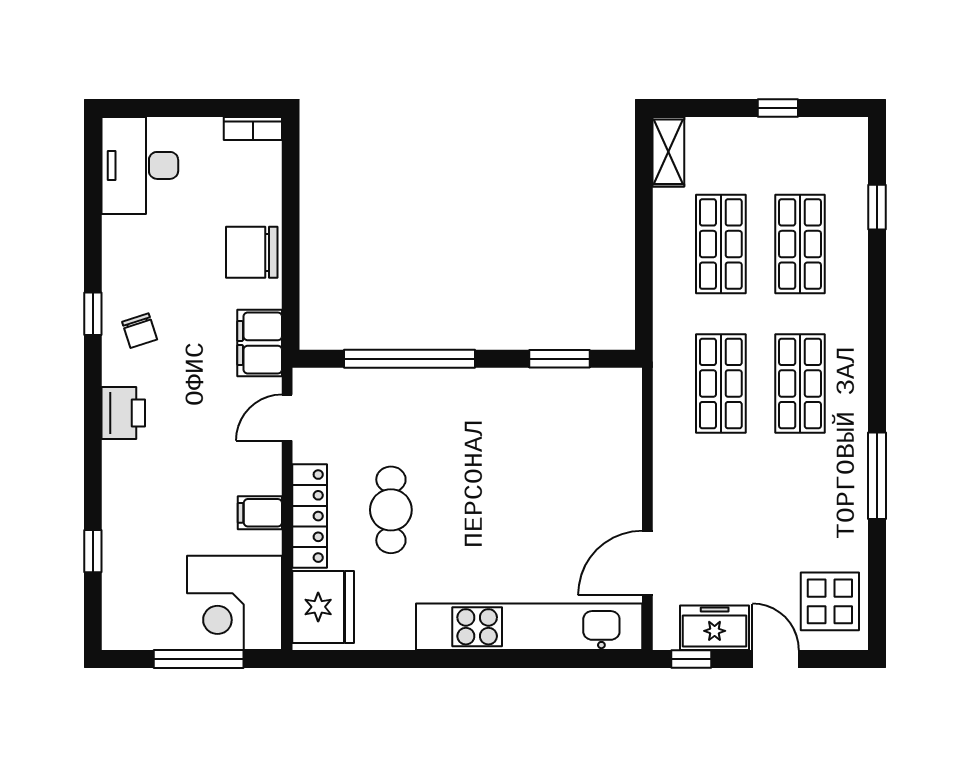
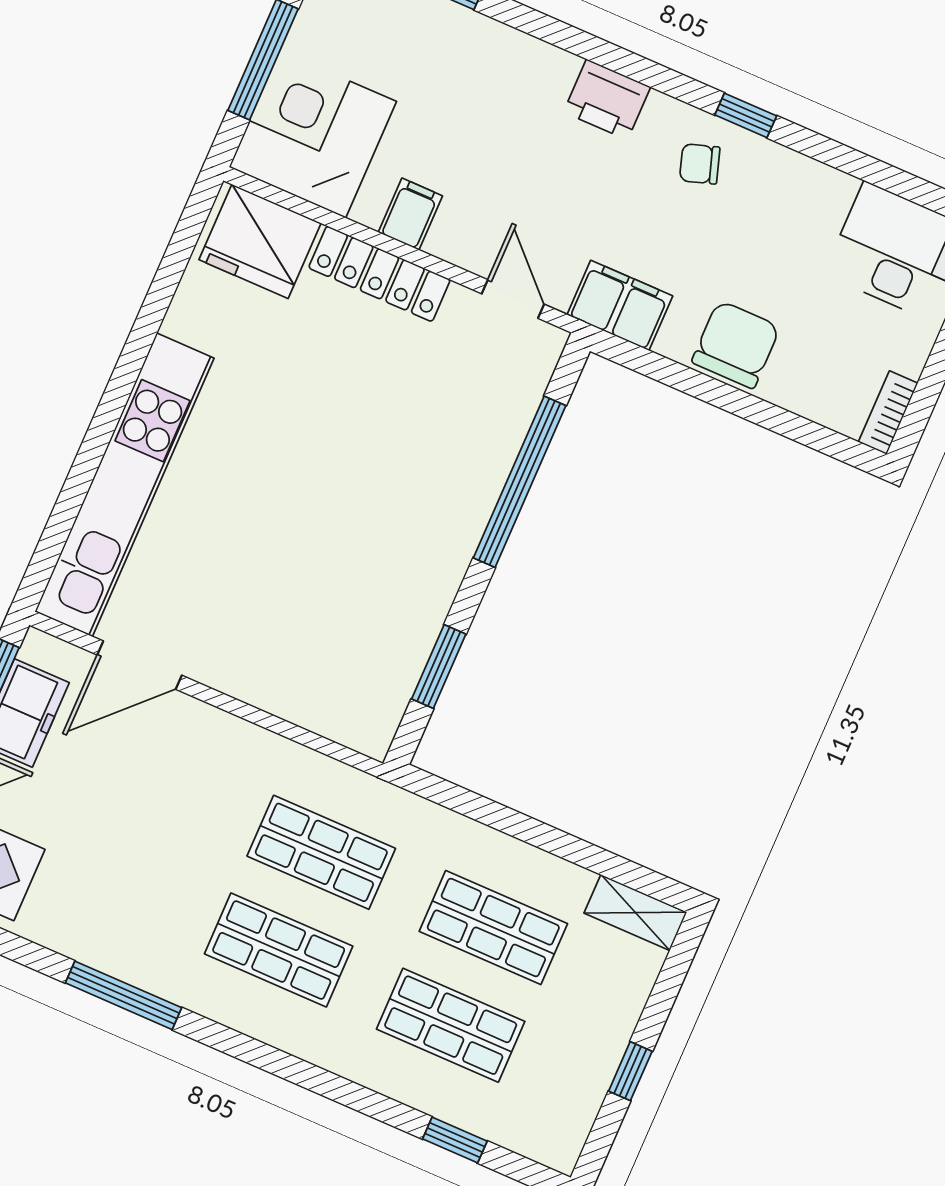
cafe table: (391, 510) -> (343, 377), removed
door: (647, 563) -> (140, 665), swing flipped

